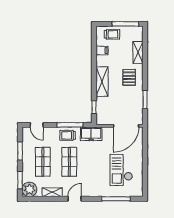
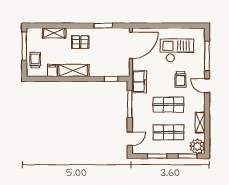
shelving: (102, 82) -> (73, 70), moved
door: (126, 126) -> (131, 45), hinge flipped
trolley: (68, 135) -> (180, 79), moved
checkout: (121, 170) -> (177, 50), turned 180
door: (75, 199) -> (207, 86), moved

